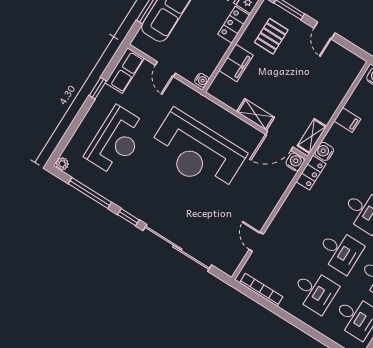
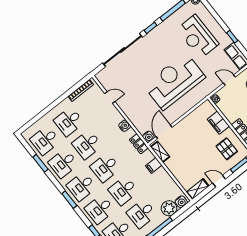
shelving: (256, 114) -> (198, 189), moved
filing cabinet: (347, 120) -> (154, 165), moved
water cooler: (324, 151) -> (125, 126), moved

